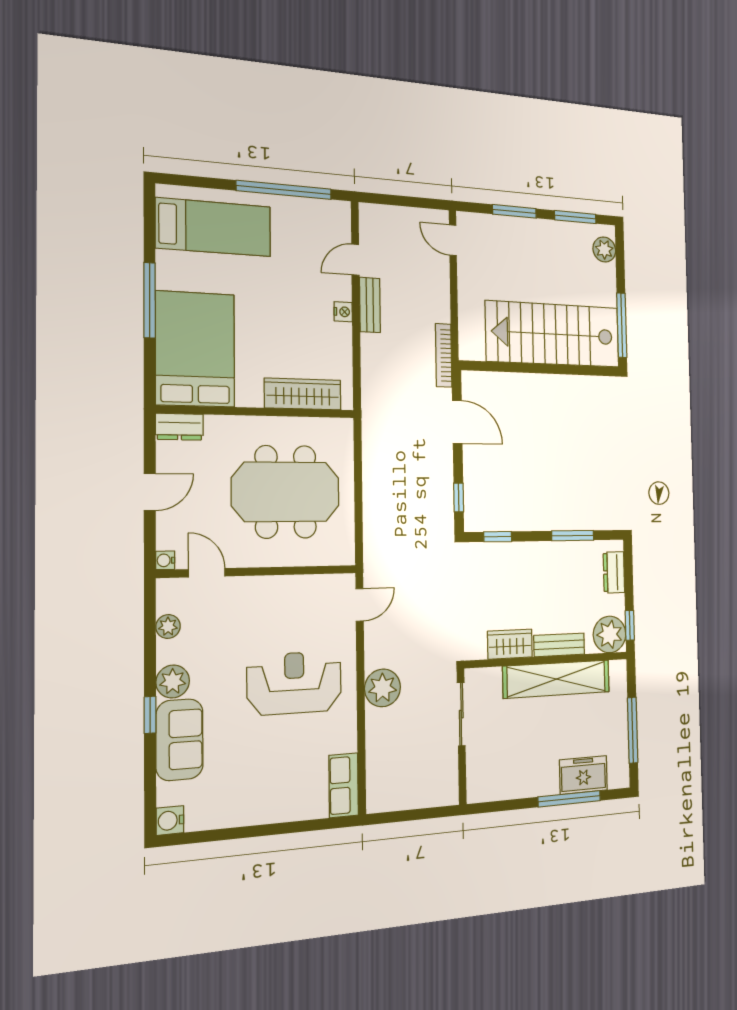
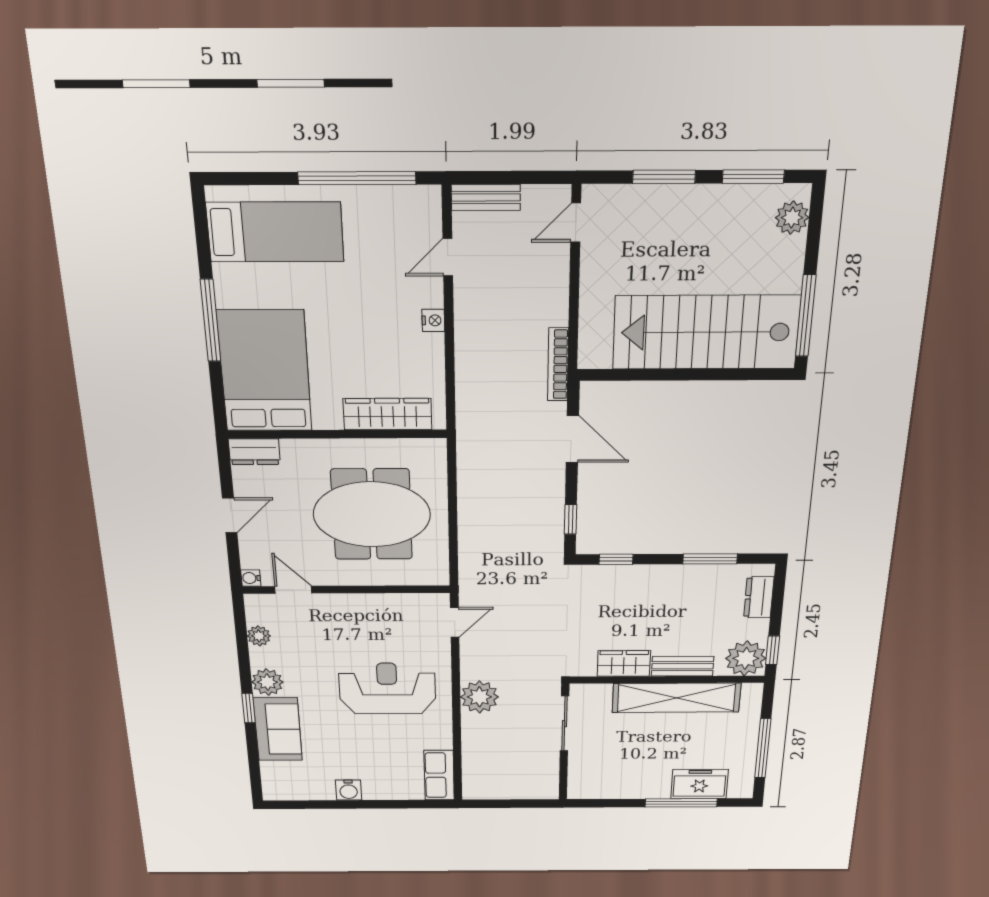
door: (453, 240) -> (576, 223), hinge flipped
bench: (370, 305) -> (486, 197), moved, turned 90
water cooler: (170, 821) -> (349, 790), moved, turned -90

